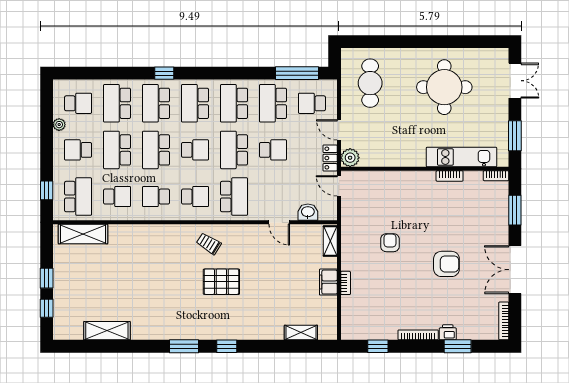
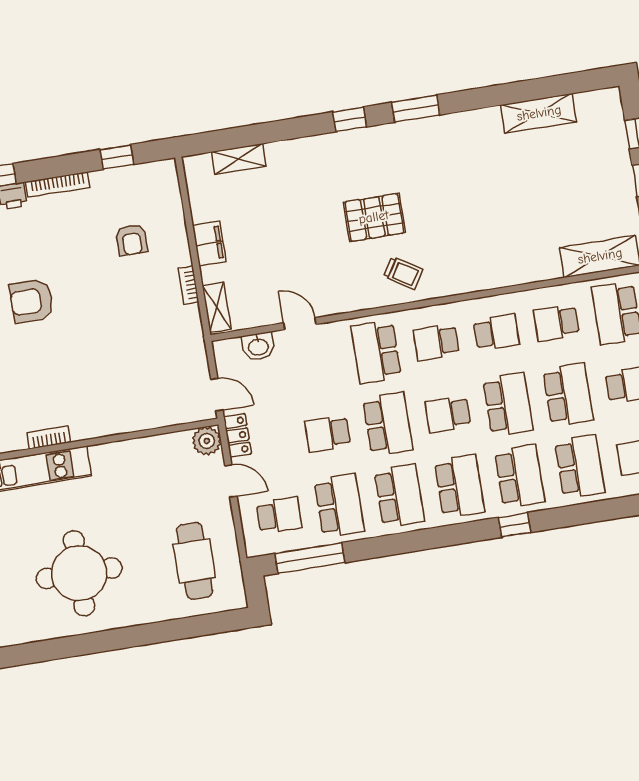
armchair: (390, 243) -> (132, 240), moved
bookcase: (346, 283) -> (189, 285), moved

